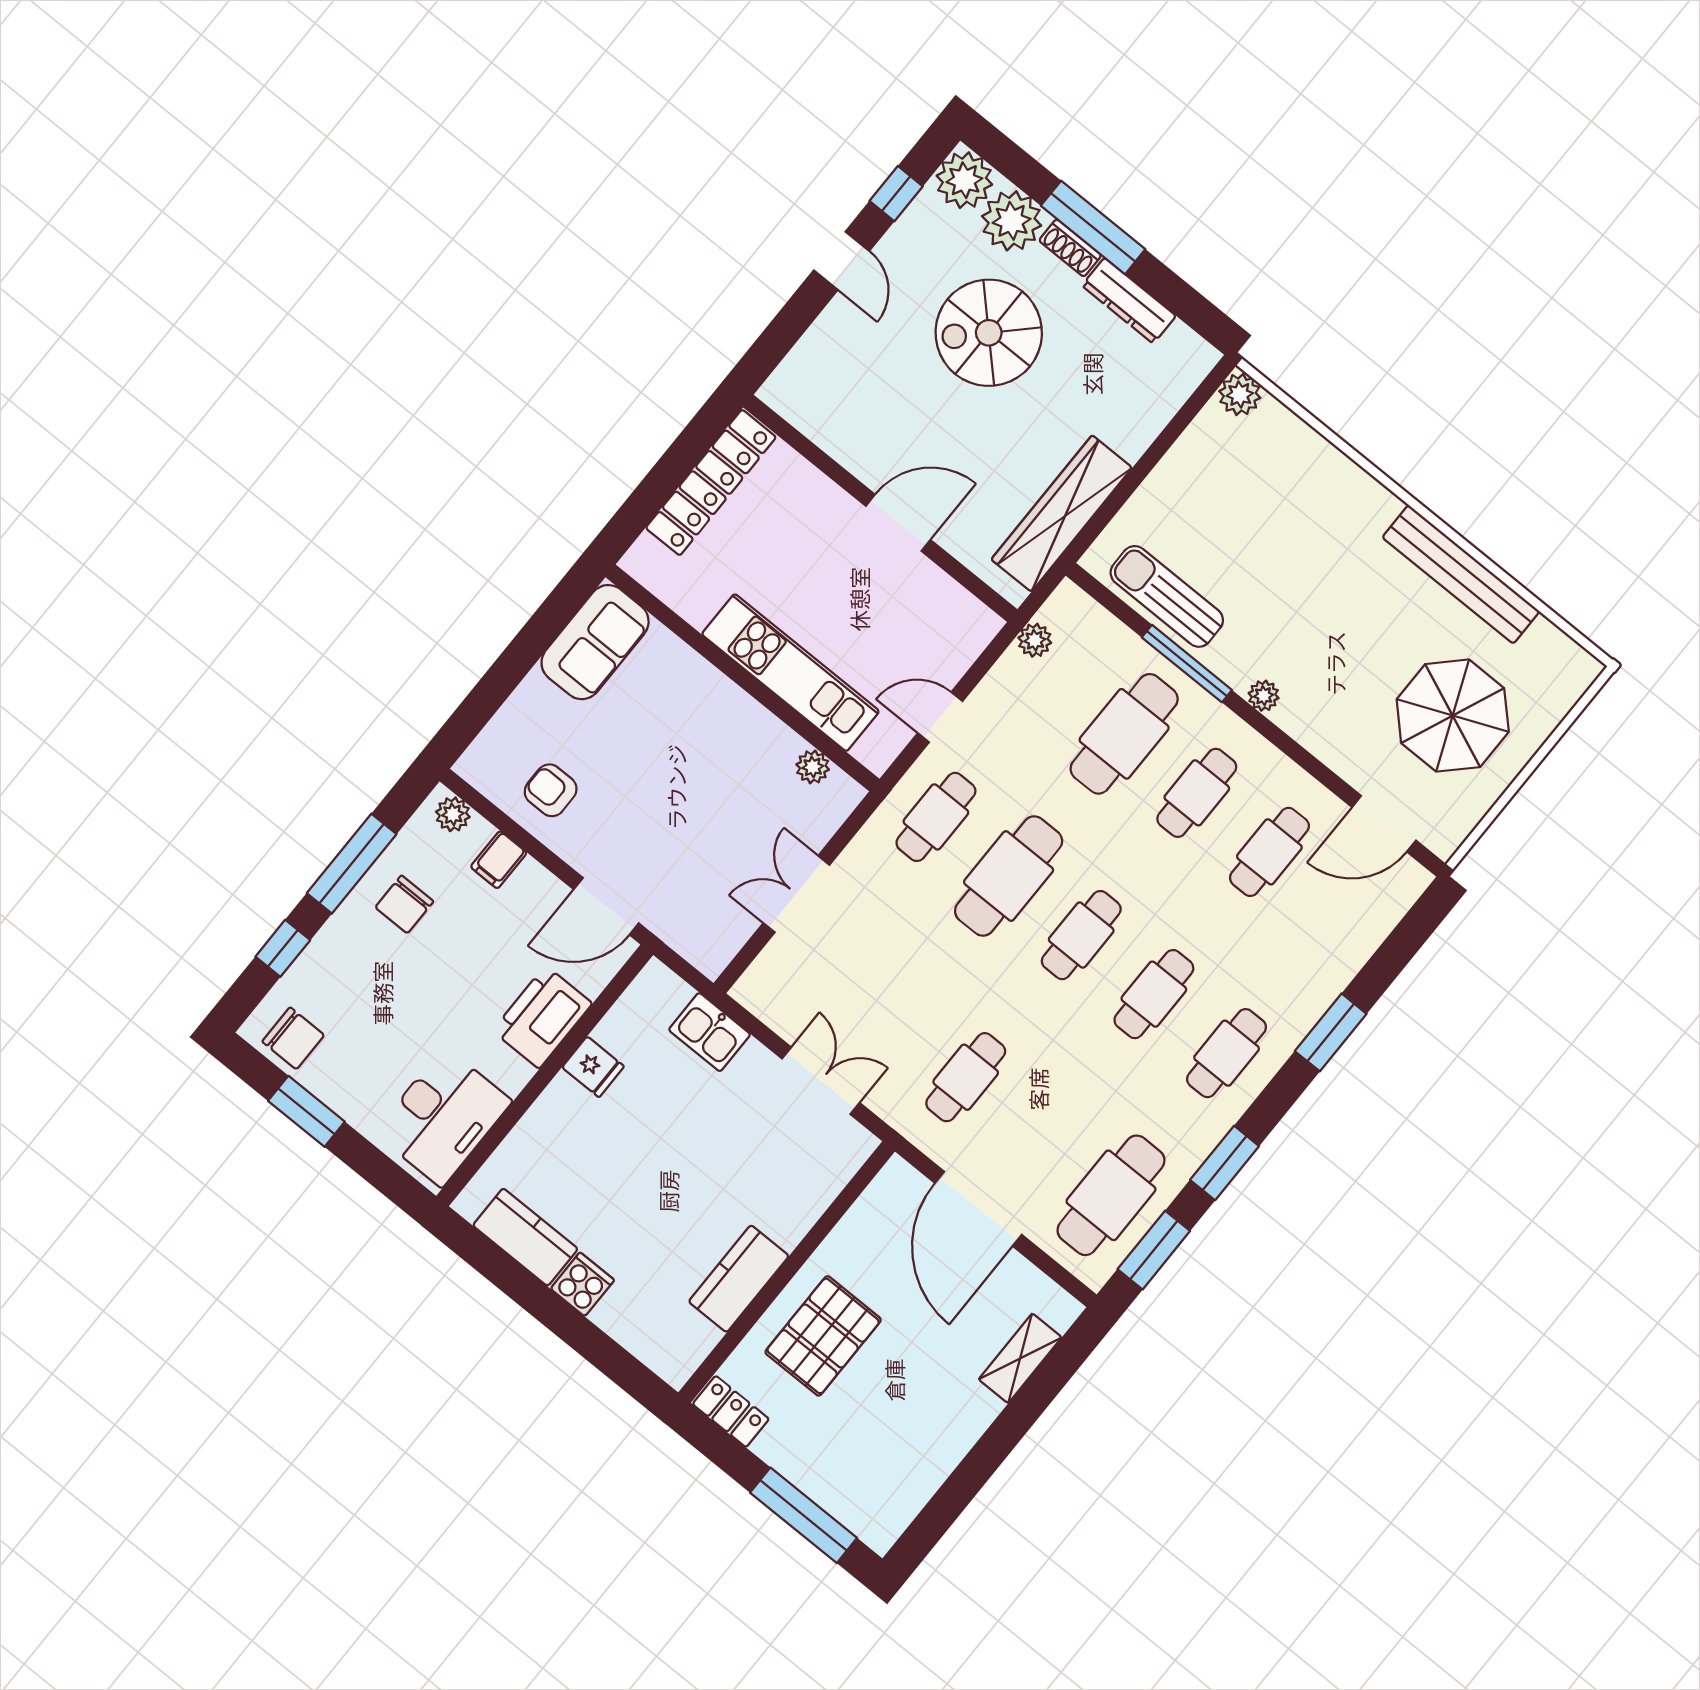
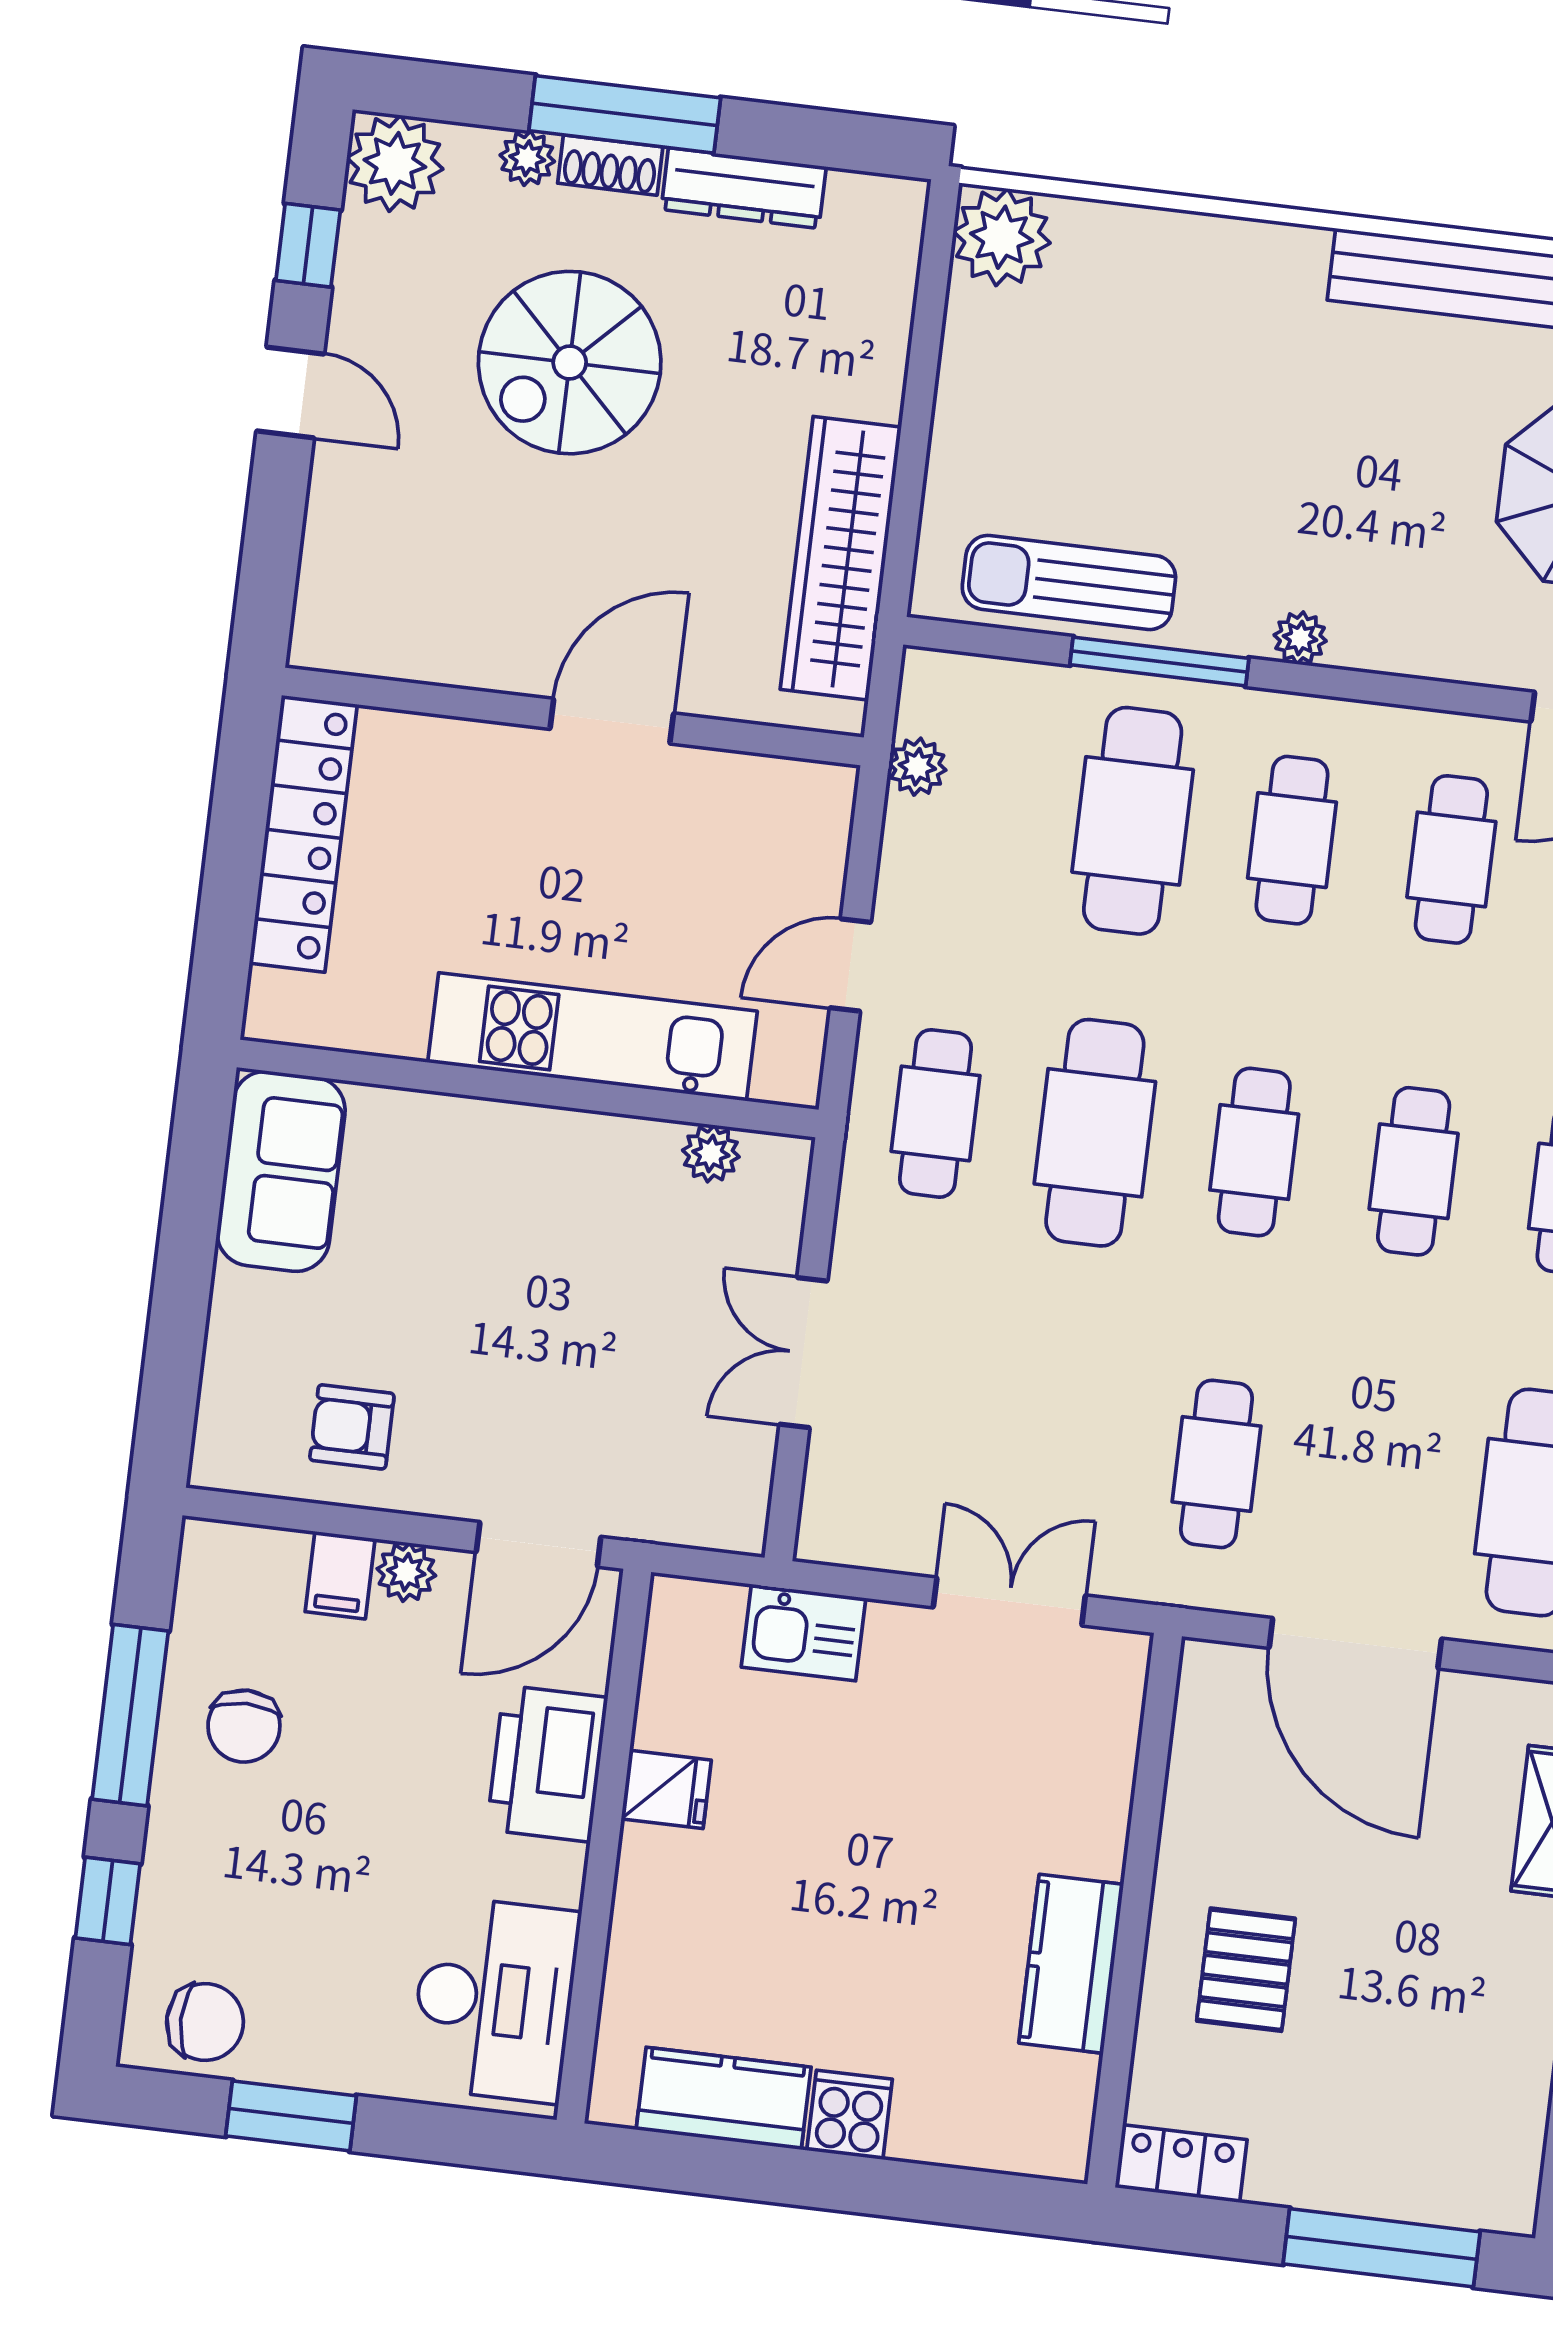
plant: (1012, 221) -> (527, 158), width x0.53, depth x0.53
plant: (1240, 394) -> (1002, 237), width x1.36, depth x1.36
plant: (453, 814) -> (406, 1572), moved
pallet: (823, 1336) -> (1246, 1970), width x0.67, depth x0.71

